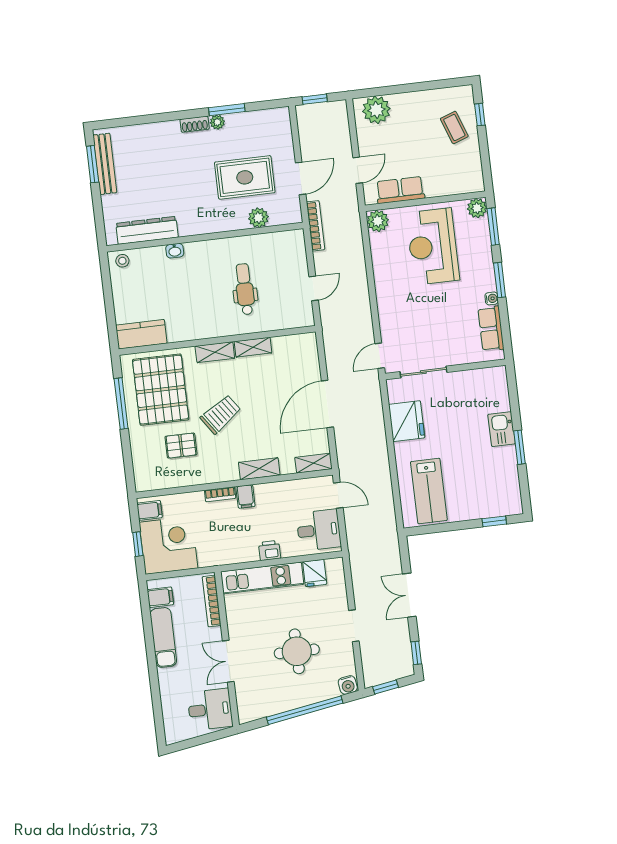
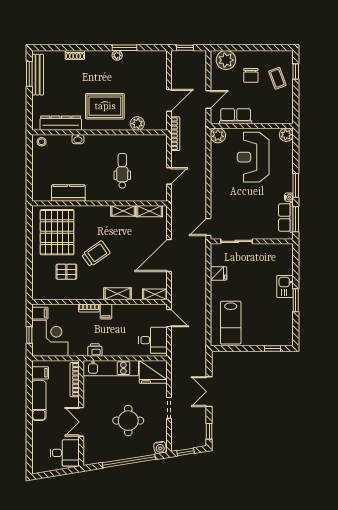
shoe rack: (195, 124) -> (75, 55), moved
chair: (415, 128) -> (251, 75), added
rug: (245, 177) -> (105, 106), moved
window: (493, 226) -> (296, 219), moved
kitchen counter: (141, 334) -> (68, 193), moved
shelving: (215, 352) -> (149, 211), moved
window: (121, 403) -> (29, 238), removed
fridge: (407, 421) -> (219, 273), width x0.53, depth x0.75
printer: (270, 550) -> (95, 350), moved
fridge: (315, 573) -> (153, 372), width x1.88, depth x1.34

